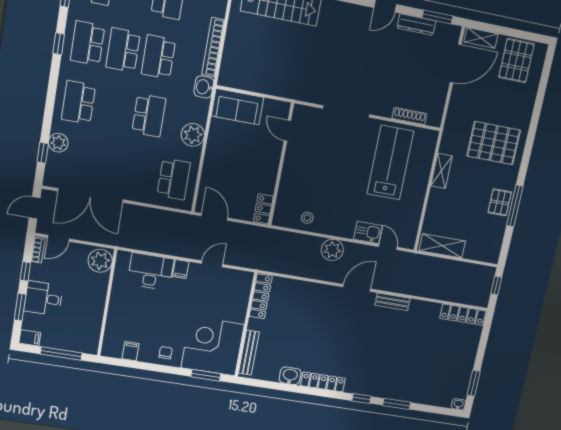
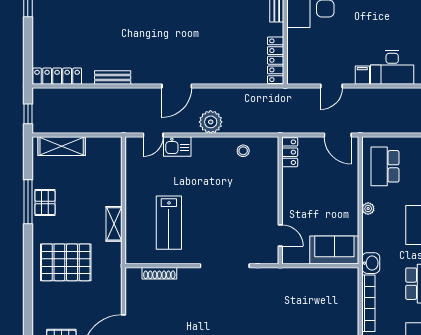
plant: (193, 135) -> (368, 209), width x0.53, depth x0.53
lab bench: (390, 163) -> (169, 223), width x0.73, depth x0.72
shelving: (442, 246) -> (62, 146), moved
door: (388, 247) -> (153, 135), hinge flipped
bench: (392, 302) -> (113, 78), moved

